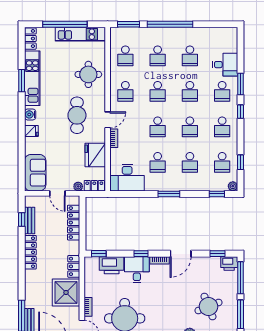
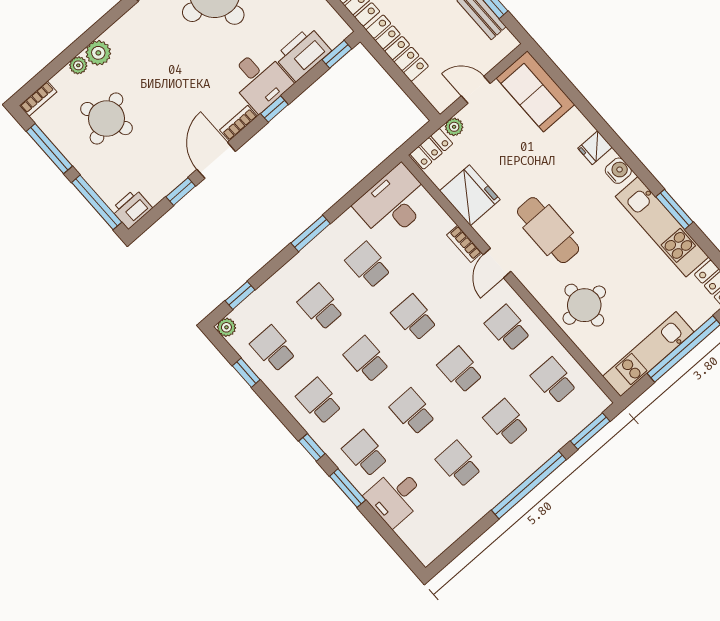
locker: (74, 223) -> (397, 48), moved
window: (217, 254) -> (181, 191), moved

